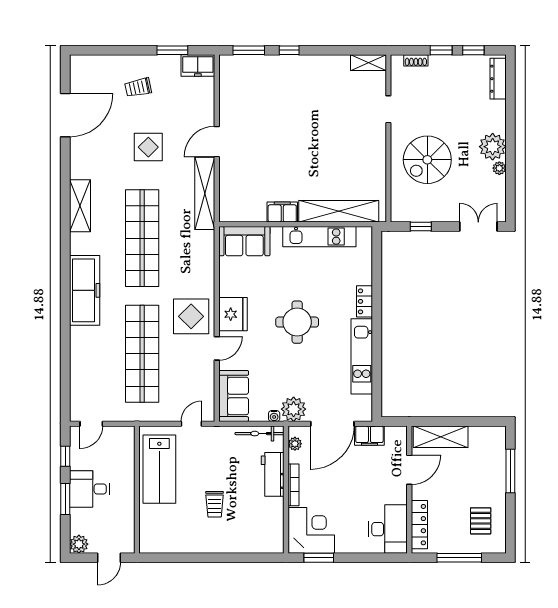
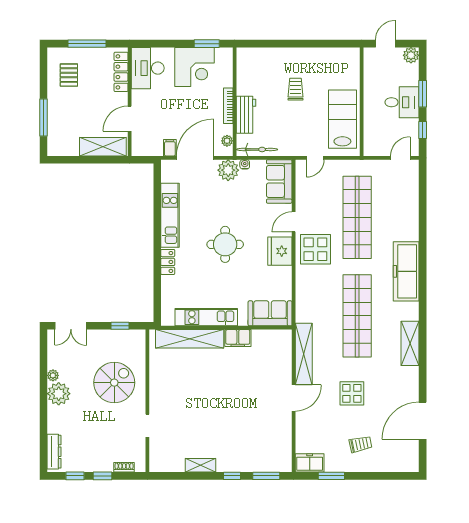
shelving: (368, 63) -> (200, 465), moved
filing cabinet: (369, 436) -> (170, 148), width x0.50
corner desk: (311, 530) -> (194, 67), moved, turned -90

